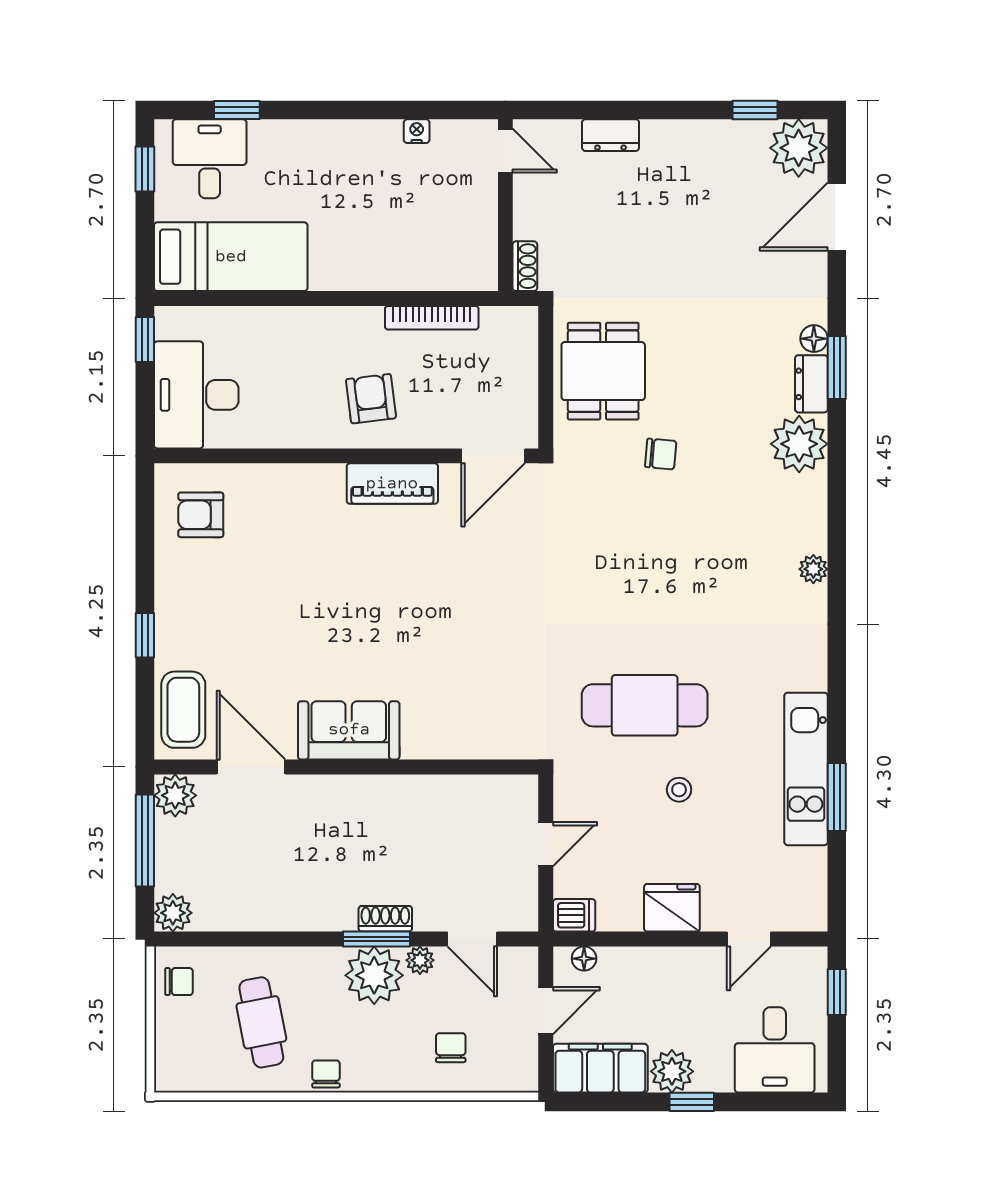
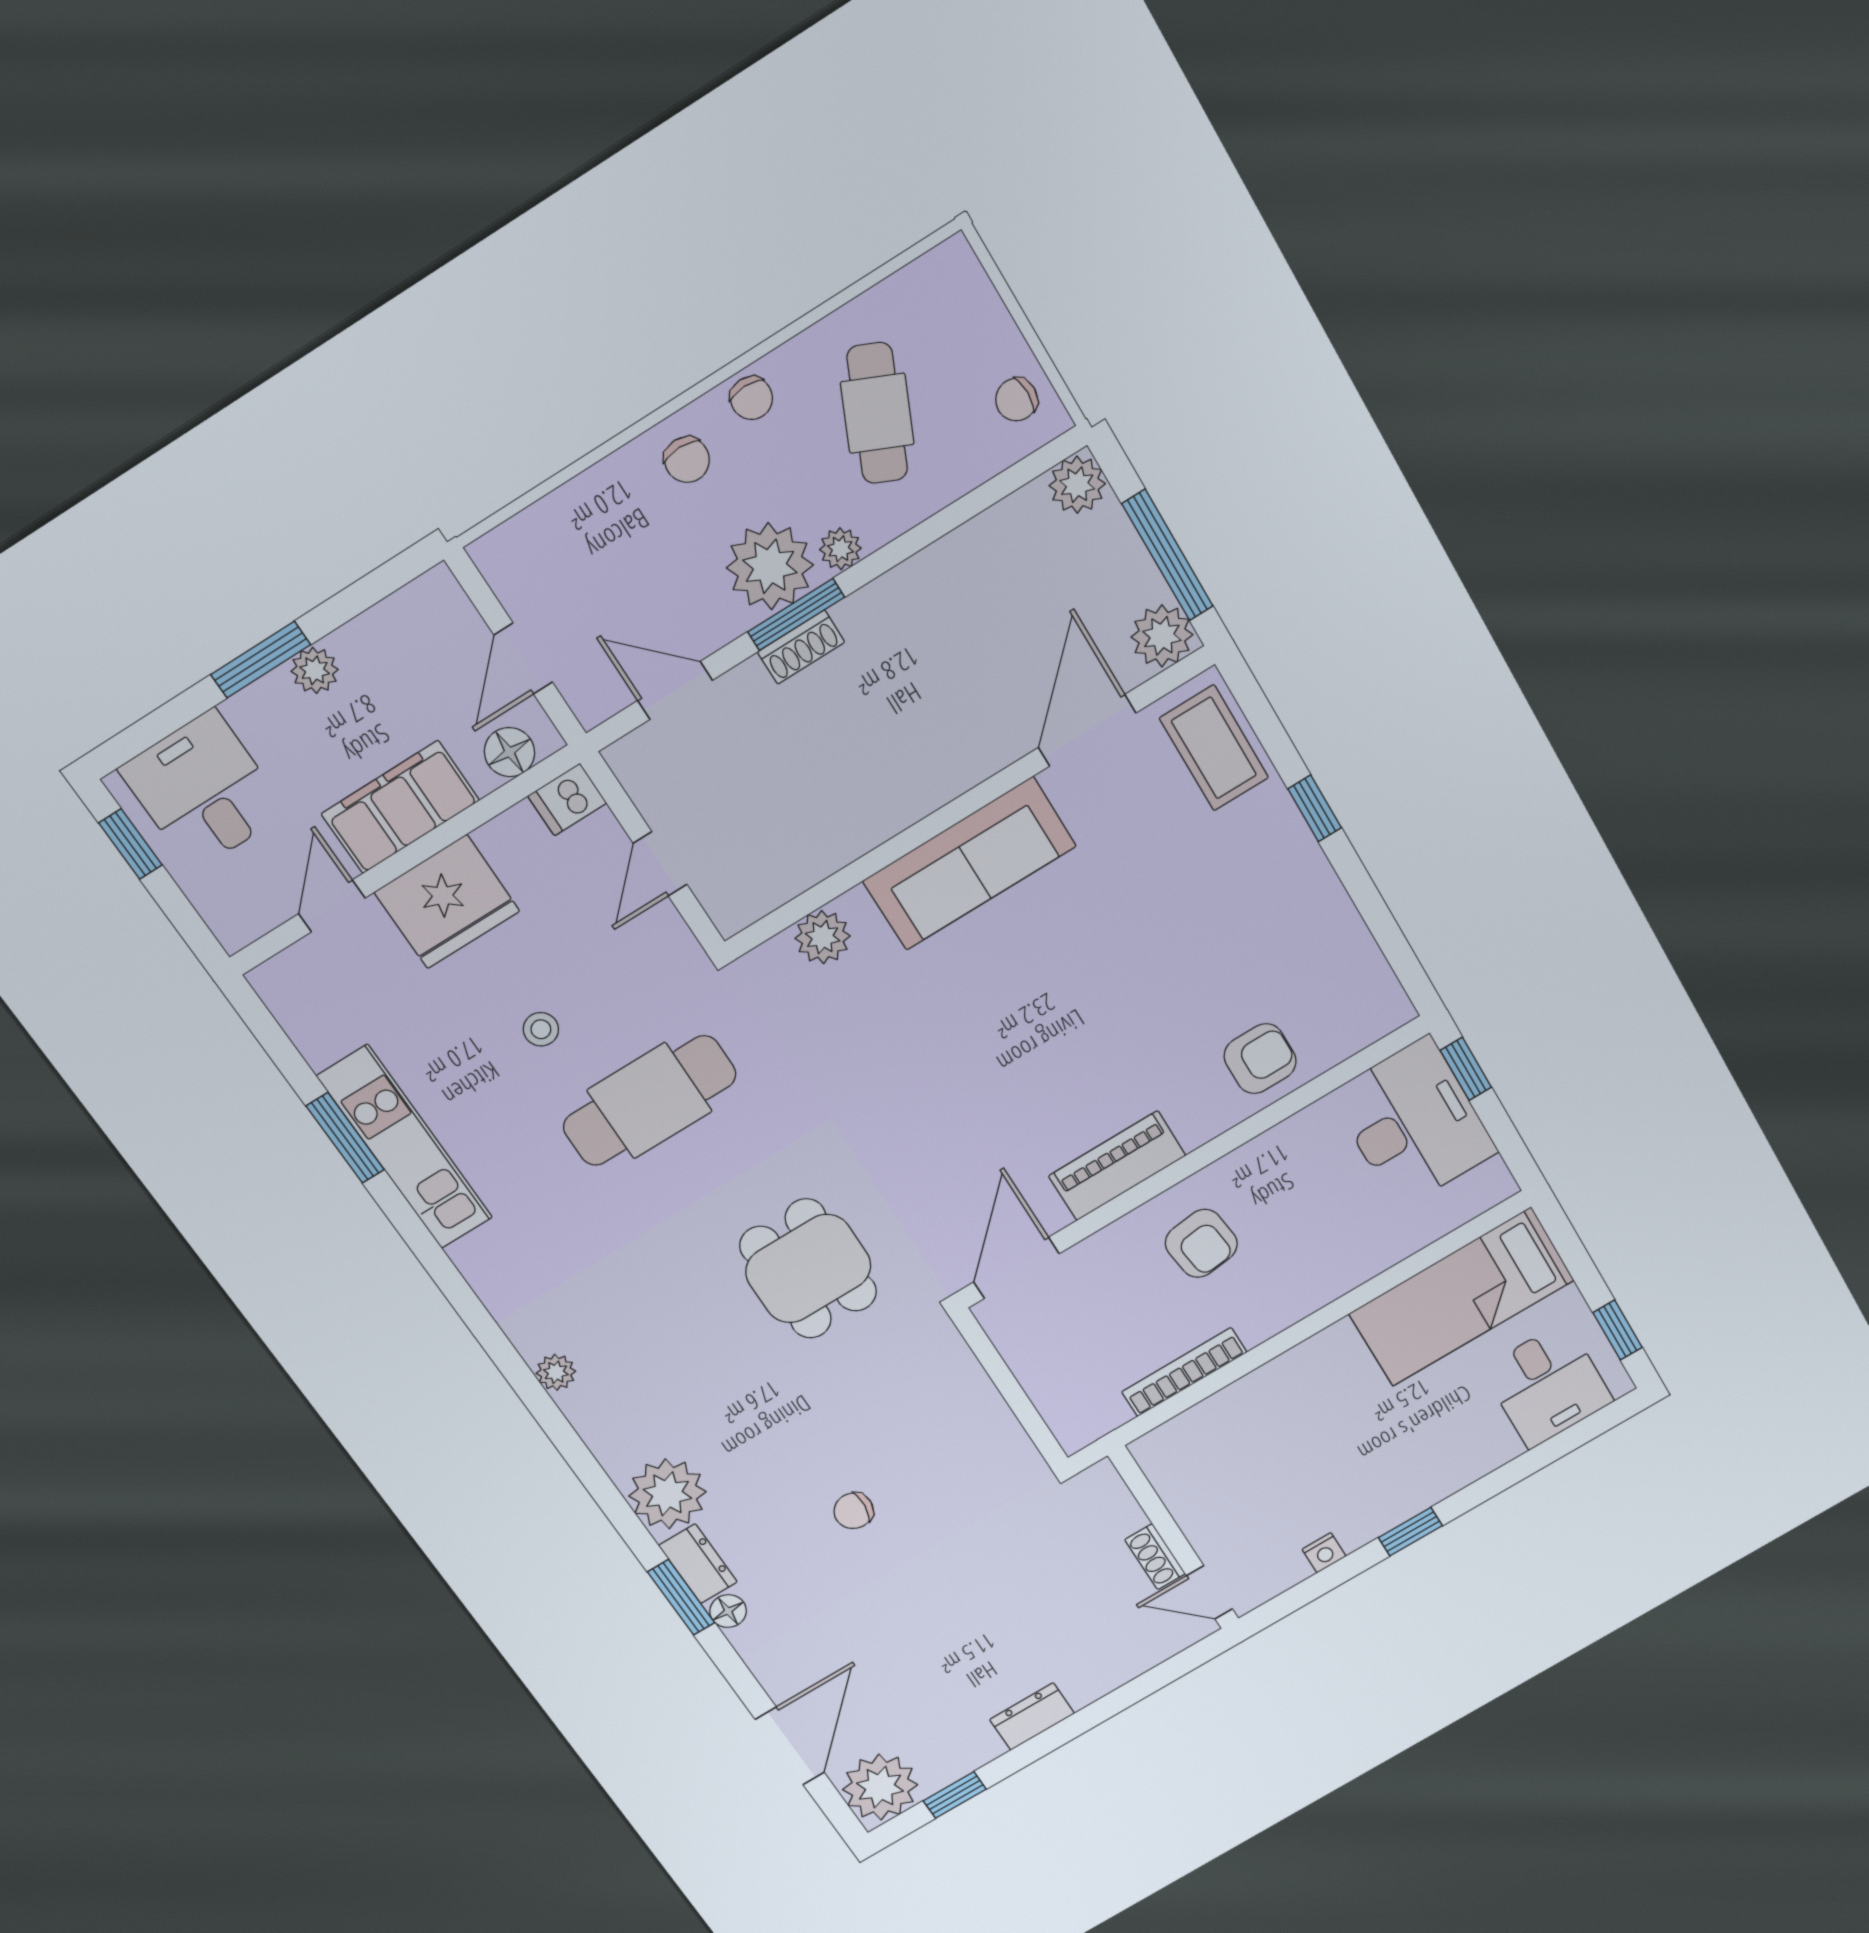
window: (237, 110) -> (1410, 1532), moved
dresser: (611, 135) -> (1032, 1716), moved
shoe rack: (525, 266) -> (1155, 1557), moved
window: (145, 340) -> (1466, 1069), moved
dining table: (603, 371) -> (808, 1269), moved
chair: (661, 454) -> (854, 1511), moved
armchair: (201, 515) -> (1260, 1059), moved
sofa: (349, 730) -> (969, 864), width x1.36
plant: (480, 740) -> (823, 937), added
door: (251, 767) -> (1087, 730), swing flipped
fridge: (672, 908) -> (447, 902), width x1.36, depth x1.34
floor lamp: (584, 959) -> (509, 752), width x1.37, depth x1.37
plant: (420, 960) -> (840, 549), moved
window: (837, 992) -> (130, 844), moved
cafe table: (261, 1022) -> (877, 413), turned 35
chair: (451, 1048) -> (687, 460), moved
filing cabinet: (600, 1068) -> (400, 807), moved, turned 180
plant: (672, 1071) -> (315, 670), width x0.73, depth x0.73
window: (692, 1102) -> (261, 660), width x1.50

